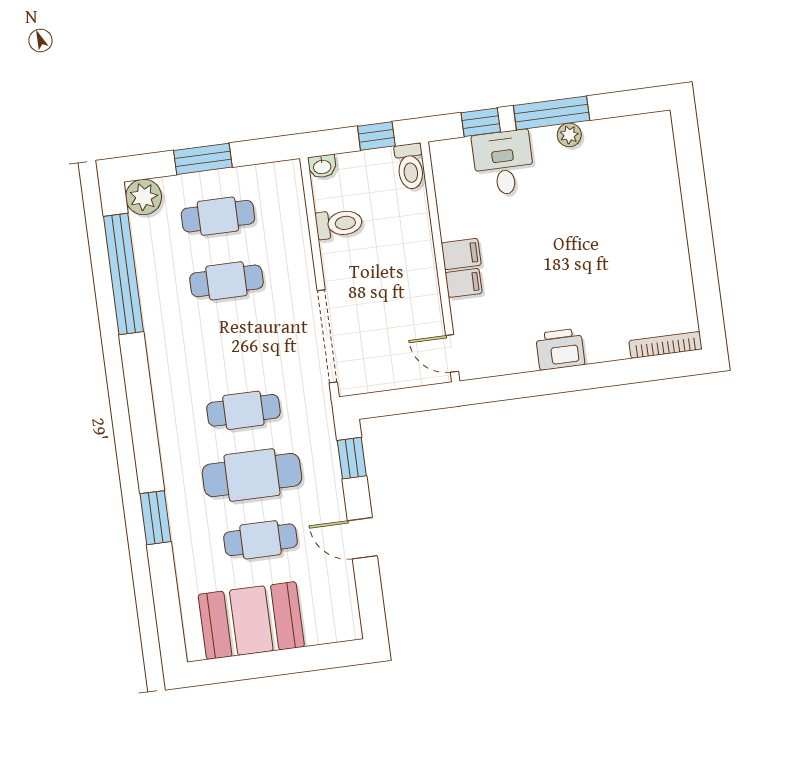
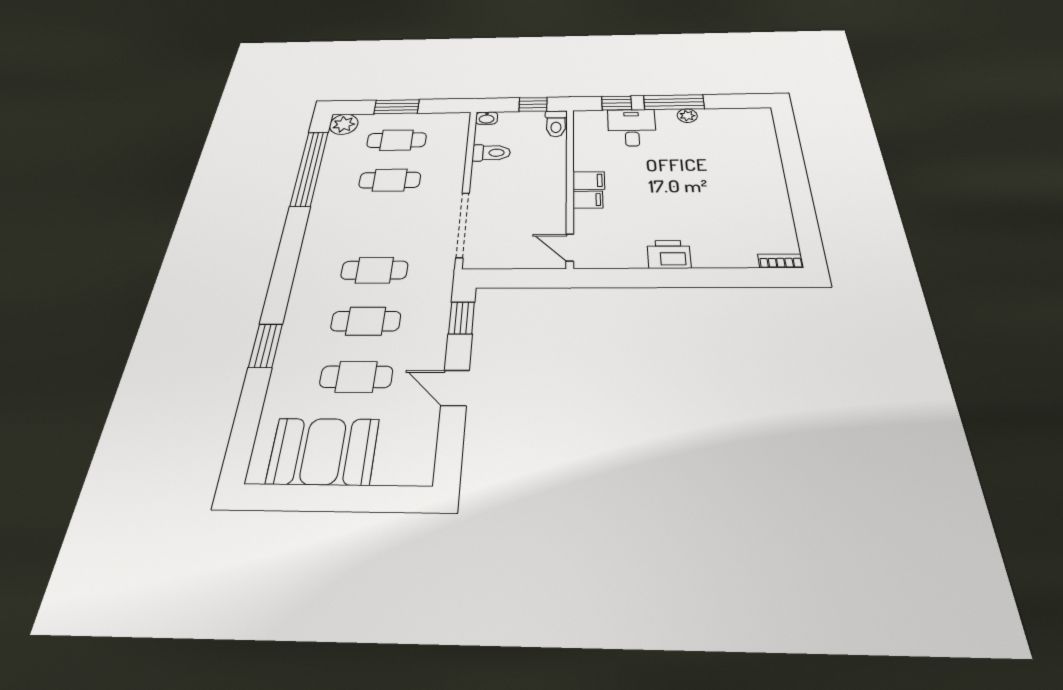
bookcase: (666, 345) -> (780, 261), width x0.64
cafe table: (252, 475) -> (366, 321), width x0.73, depth x0.74

